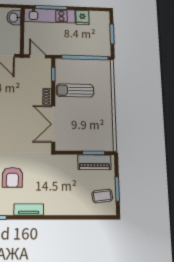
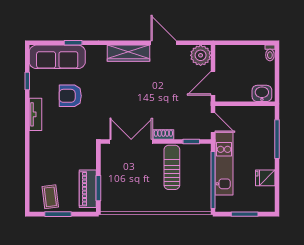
kitchen unit: (50, 16) -> (224, 164), moved, turned 180
door: (37, 56) -> (213, 123), hinge flipped

